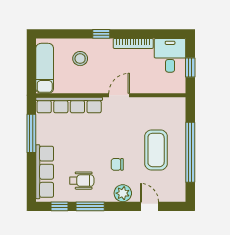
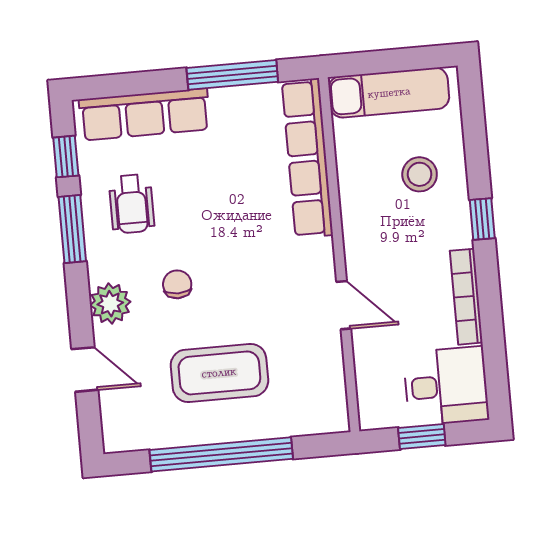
door: (119, 95) -> (344, 305), moved
door: (149, 206) -> (85, 369), hinge flipped

